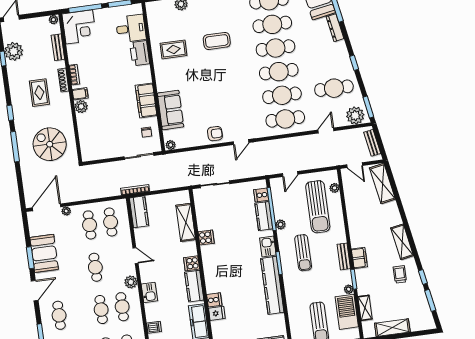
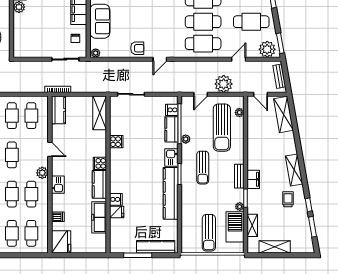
plant: (313, 159) -> (224, 84), added
shelving: (186, 222) -> (100, 113), moved

